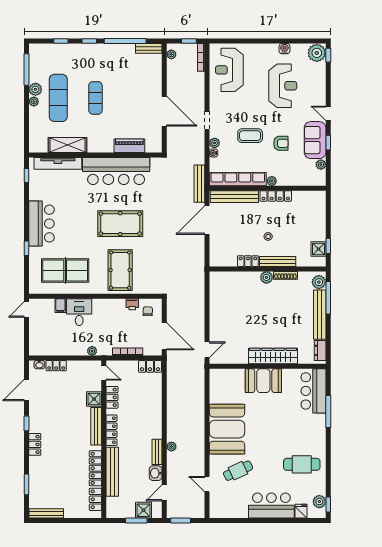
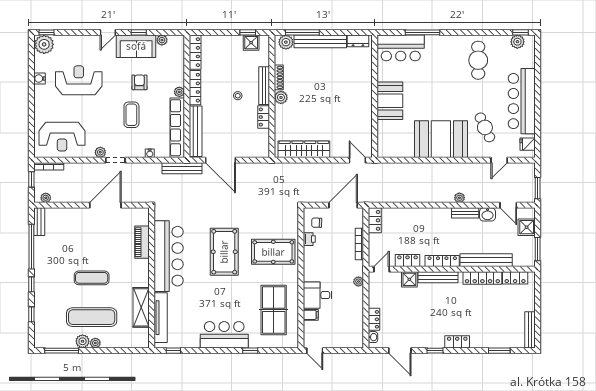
plant: (215, 143) -> (100, 152), moved
locker: (309, 196) -> (195, 52), added
wardrobe: (273, 356) -> (304, 149), moved, turned 90
bar counter: (271, 506) -> (522, 101), width x1.36
fridge: (301, 511) -> (528, 144), moved
window: (136, 521) -> (538, 249), moved

